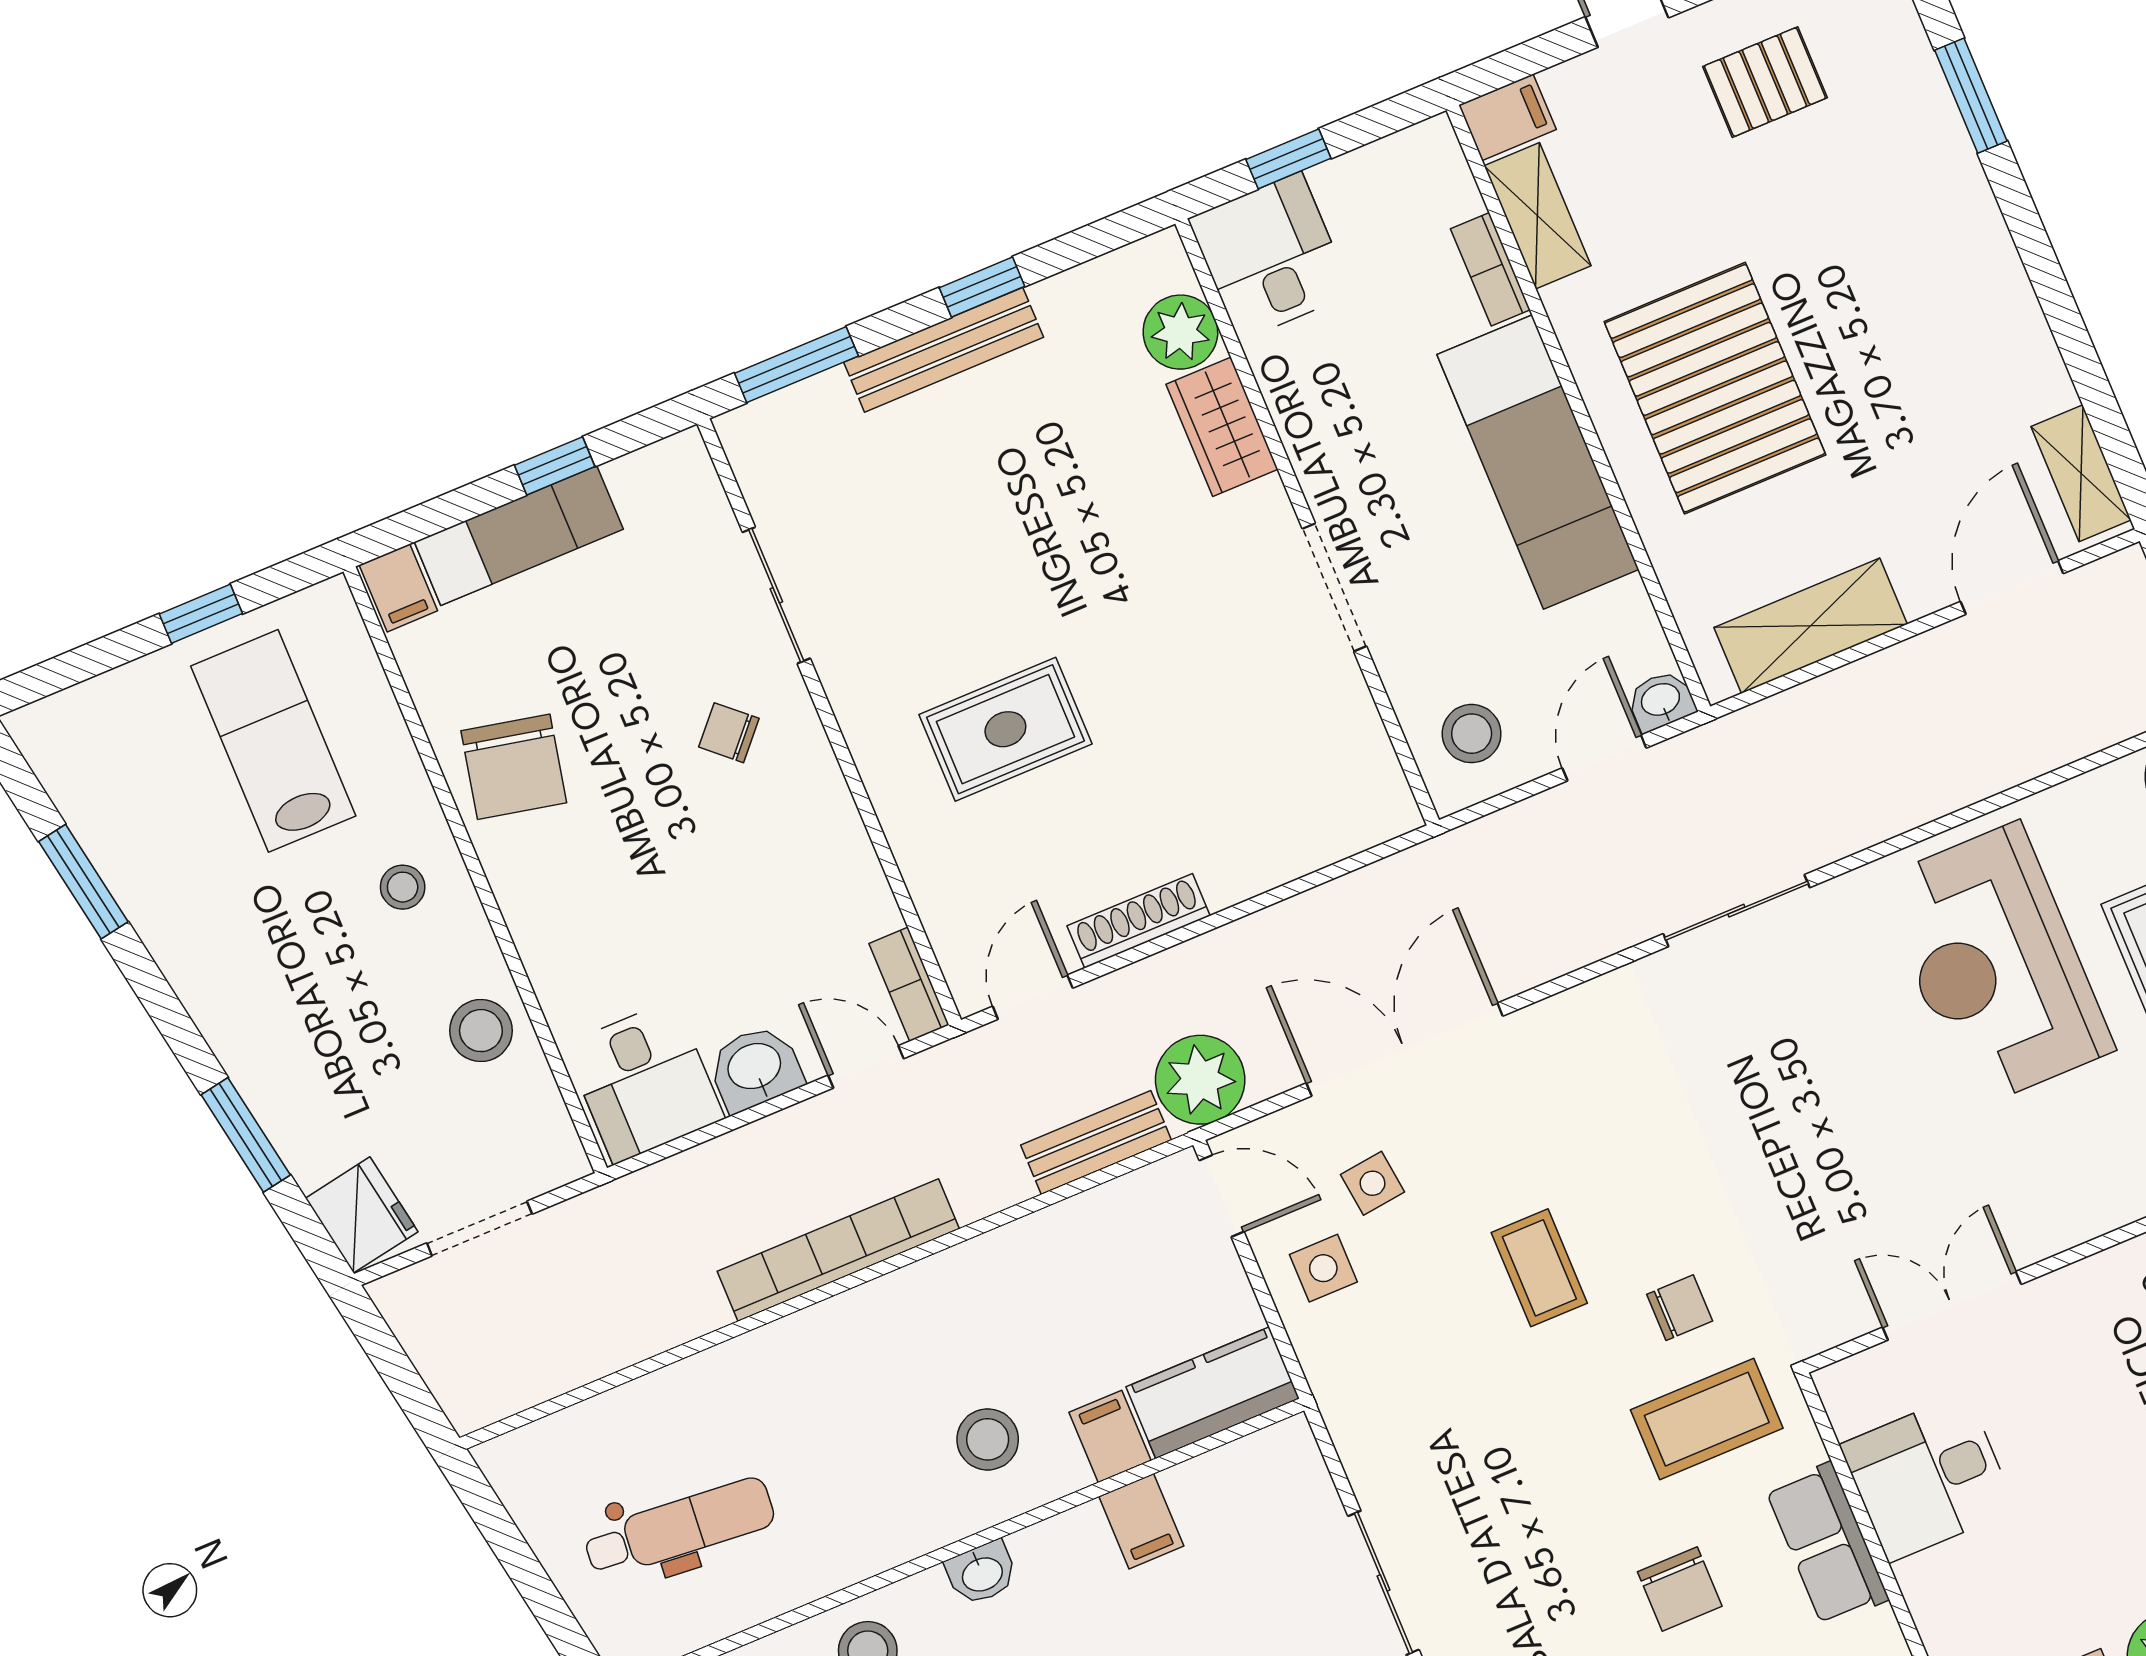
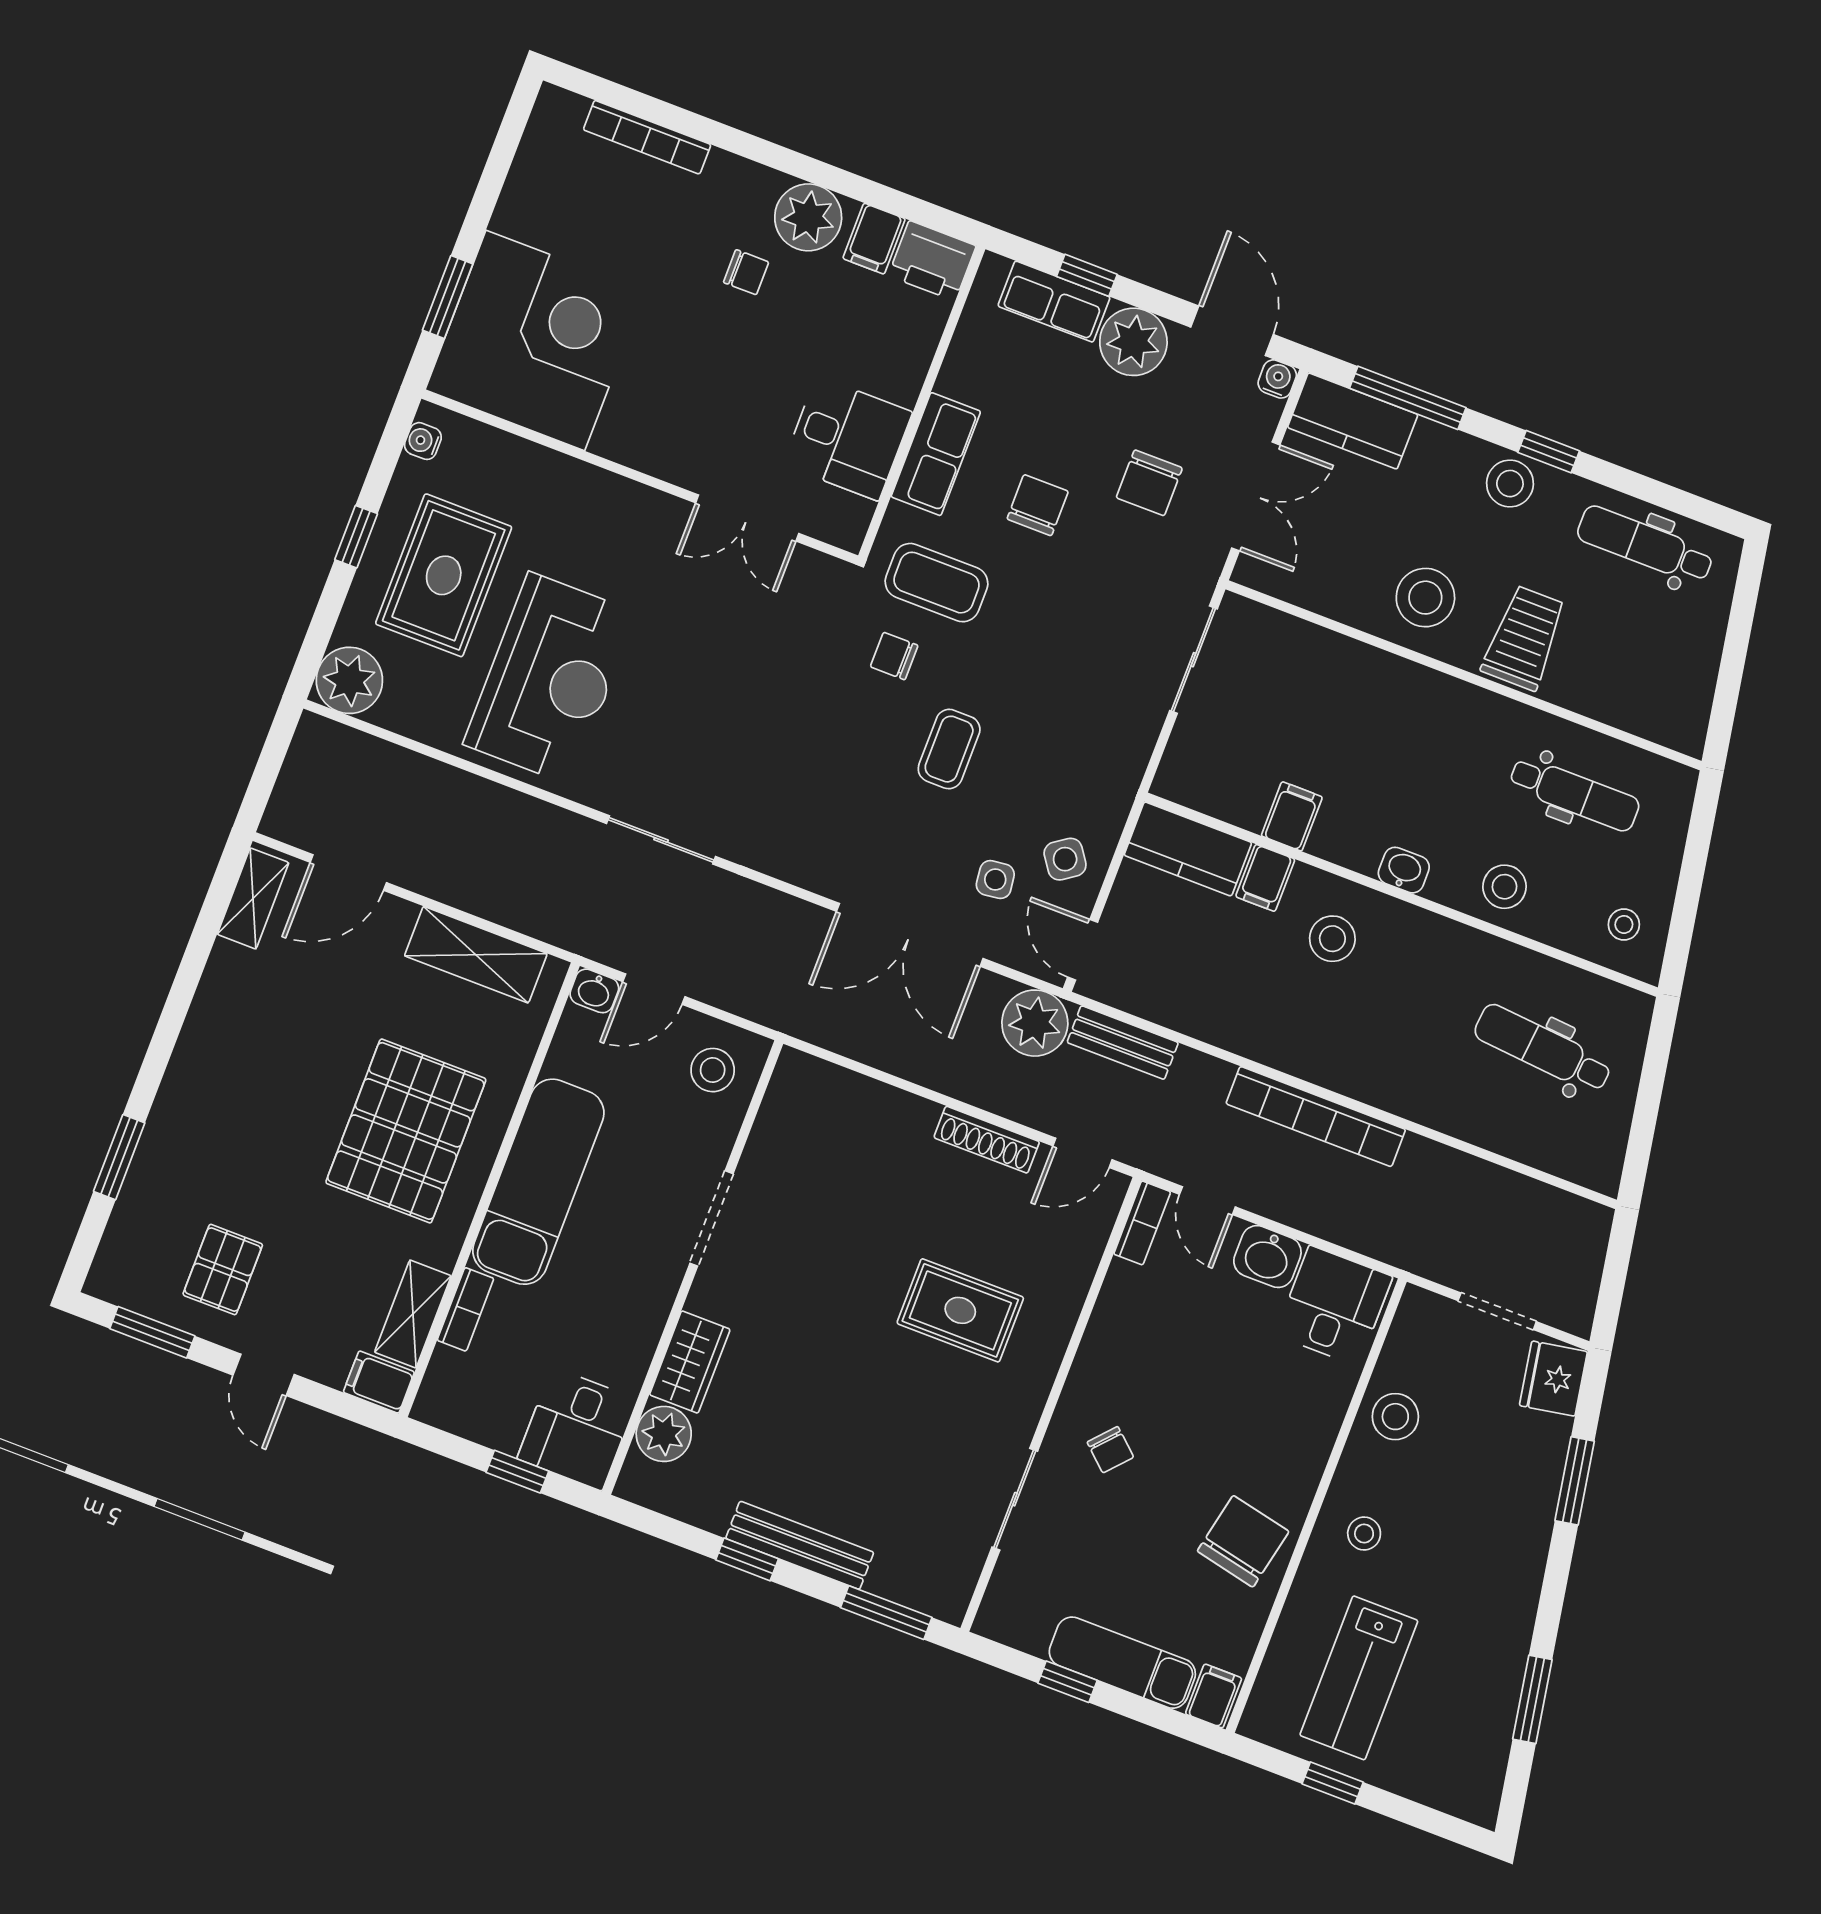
pallet: (1765, 82) -> (223, 1270), turned 90
side table: (1323, 1268) -> (1065, 859), turned -35

